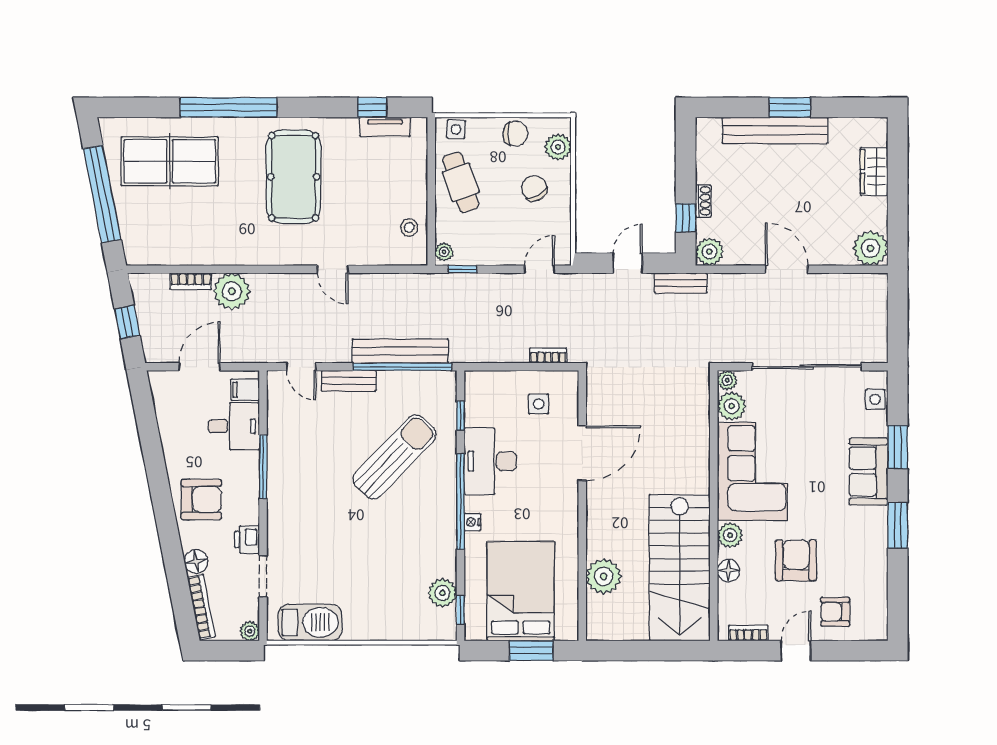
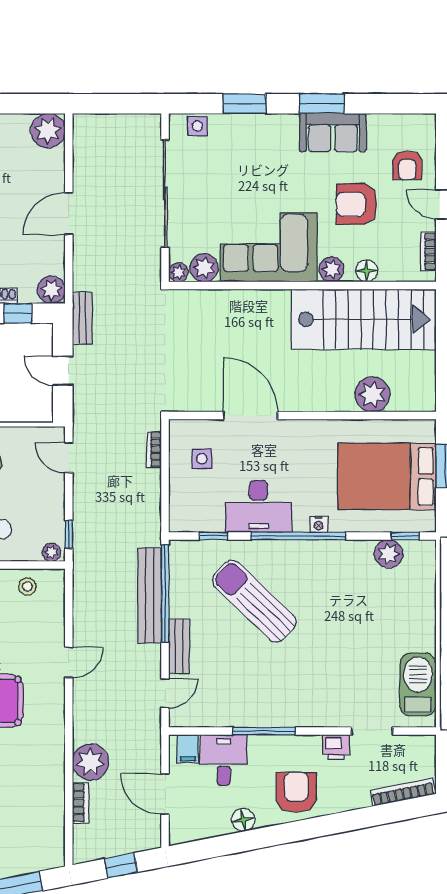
sofa: (869, 472) -> (333, 132), moved
floor lamp: (196, 561) -> (243, 820), moved
plant: (250, 631) -> (426, 744), removed

